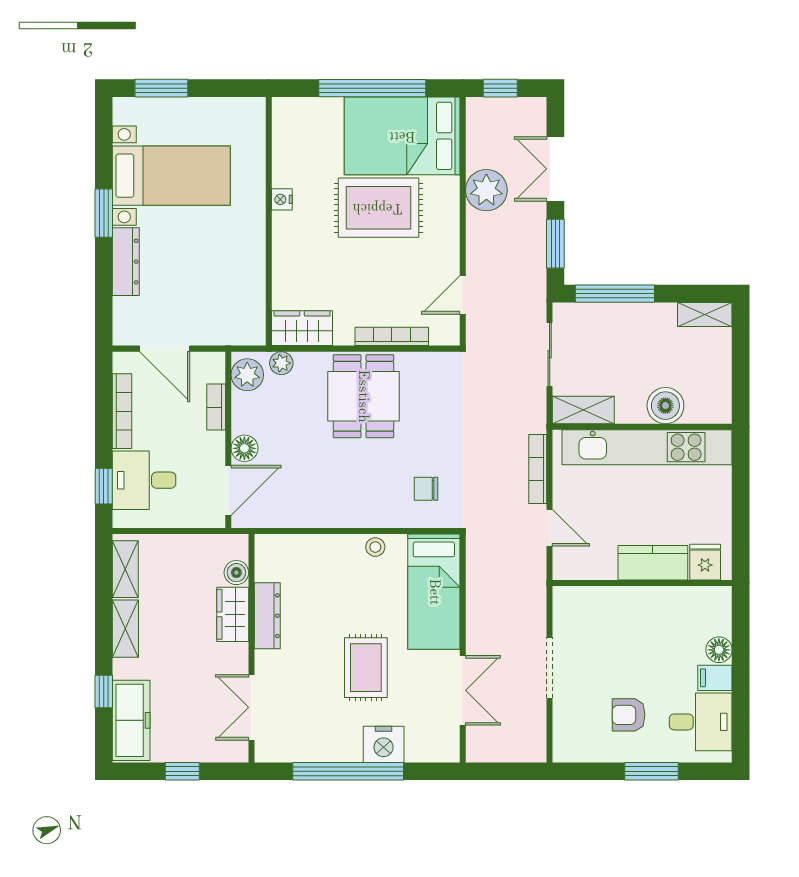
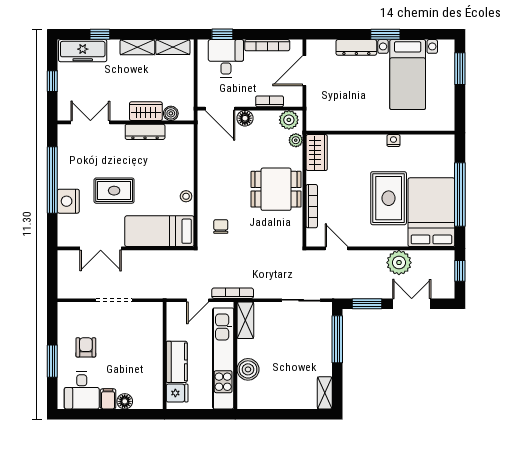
boiler: (665, 406) -> (248, 369), moved
shelving: (583, 410) -> (245, 320), moved
wall: (642, 427) -> (235, 356), moved
kitchen unit: (647, 447) -> (223, 358), moved

